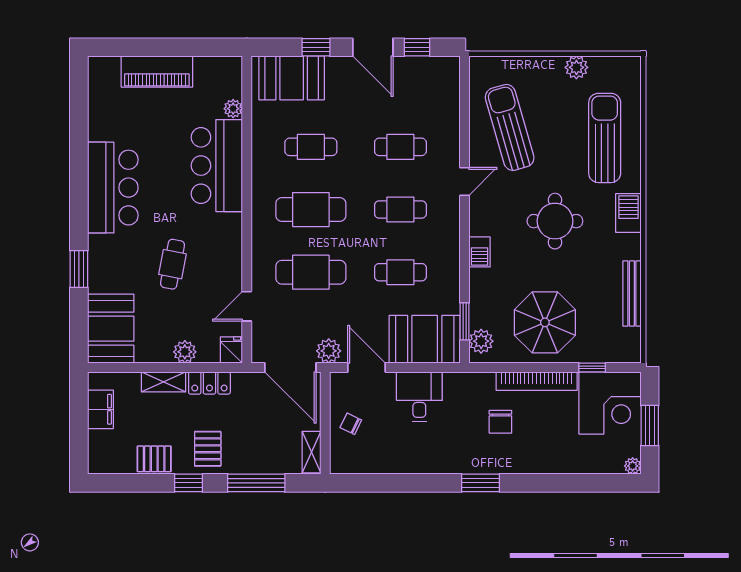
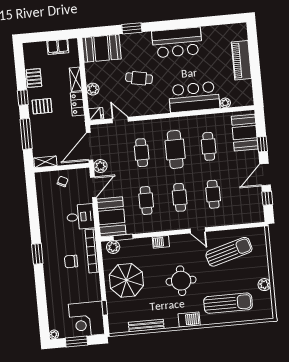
cafe table: (311, 272) -> (142, 153), width x0.73, depth x0.74
bookcase: (537, 381) -> (92, 251), moved

